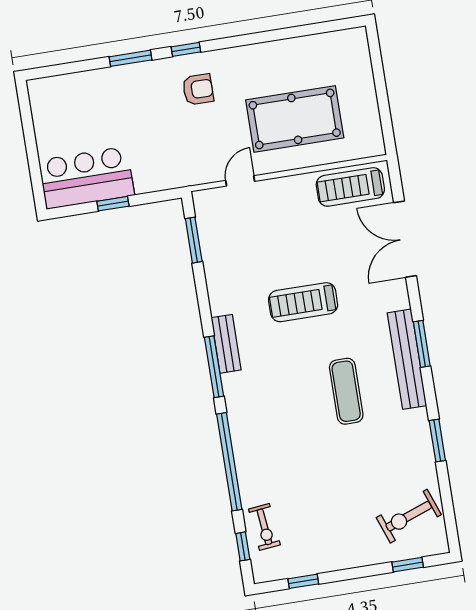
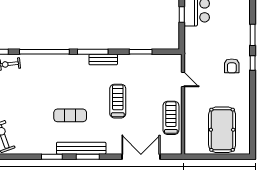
pool table: (295, 119) -> (222, 130), moved
treadmill: (350, 187) -> (171, 118), moved
window: (194, 240) -> (141, 52), moved
window: (437, 440) -> (52, 157), moved

